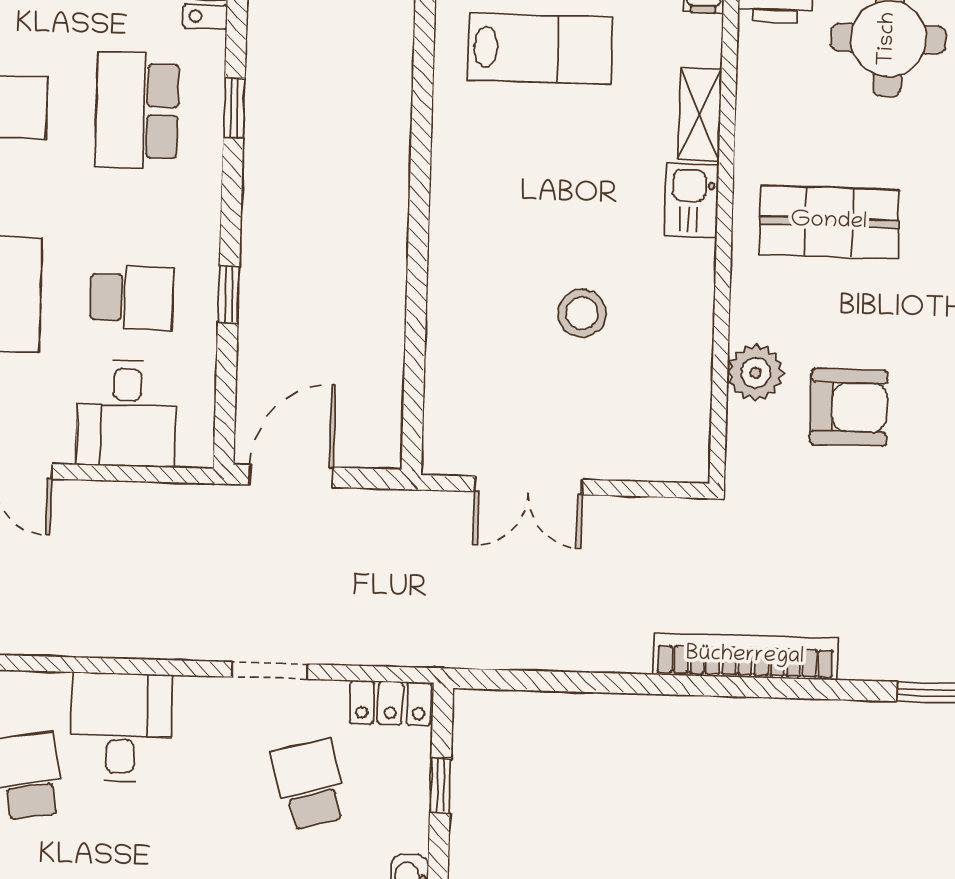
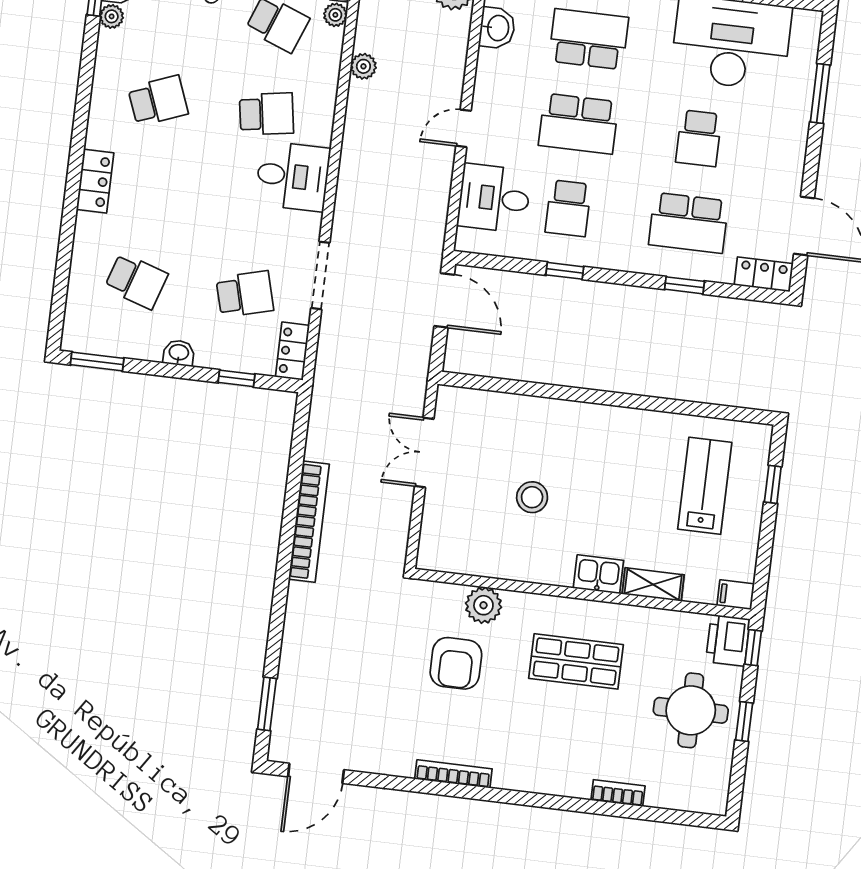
lab bench: (540, 49) -> (705, 486), turned 180
school desk: (137, 110) -> (688, 223), turned 180
shop shelf: (829, 222) -> (576, 661), turned 90
bookcase: (745, 656) -> (309, 522), moved
doorway: (270, 671) -> (320, 275), width x1.38

